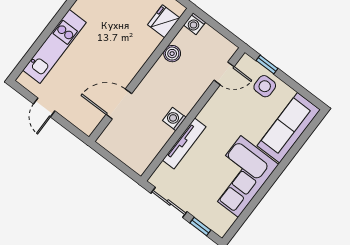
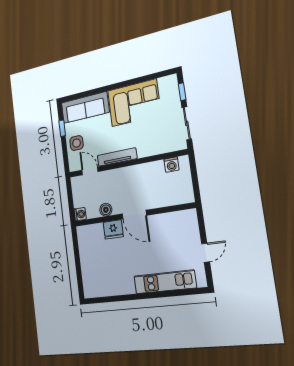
fridge: (164, 21) -> (113, 229), moved
window: (267, 64) -> (62, 128), moved
door: (119, 104) -> (134, 215), moved
washing machine: (174, 119) -> (172, 165), moved
tv unit: (184, 143) -> (117, 157), moved

